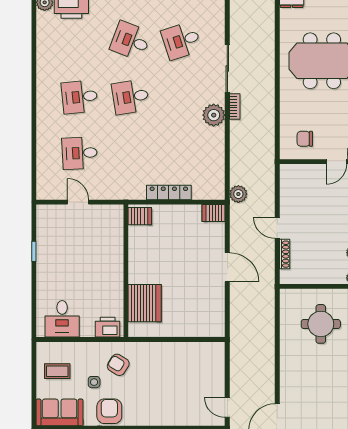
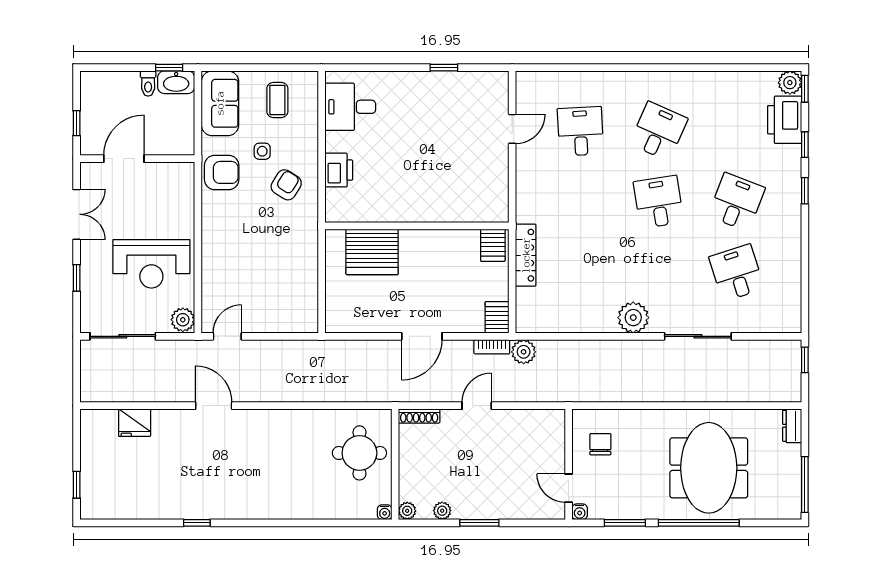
desk: (80, 97) -> (659, 131), turned 30
bookcase: (235, 107) -> (492, 347), moved
server rack: (140, 216) -> (493, 245), moved
shoe rack: (285, 254) -> (419, 416), moved
wall: (126, 271) -> (417, 226), moved
server rack: (145, 303) -> (372, 252), moved
round table: (321, 324) -> (359, 453), moved

